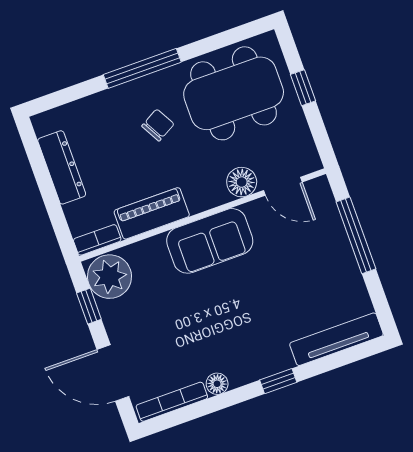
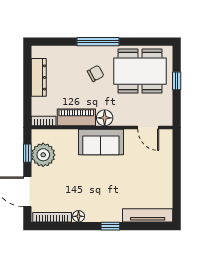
floor lamp: (242, 182) -> (105, 118), moved
window: (356, 235) -> (177, 166), removed
plant: (109, 277) -> (43, 155), moved

